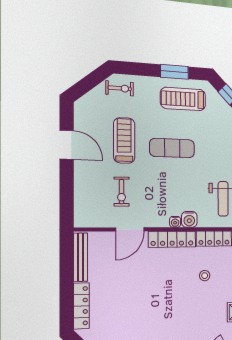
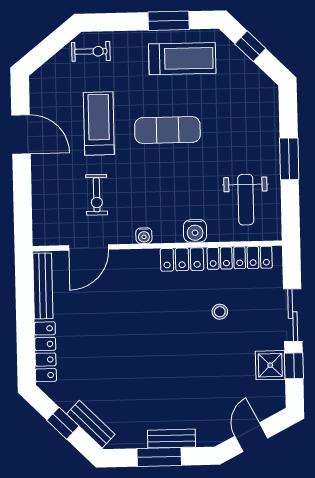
treadmill: (183, 99) -> (182, 59), turned 180
water cooler: (175, 222) -> (144, 236), moved
door: (130, 229) -> (89, 247), moved
locker: (172, 239) -> (182, 259), width x0.66

